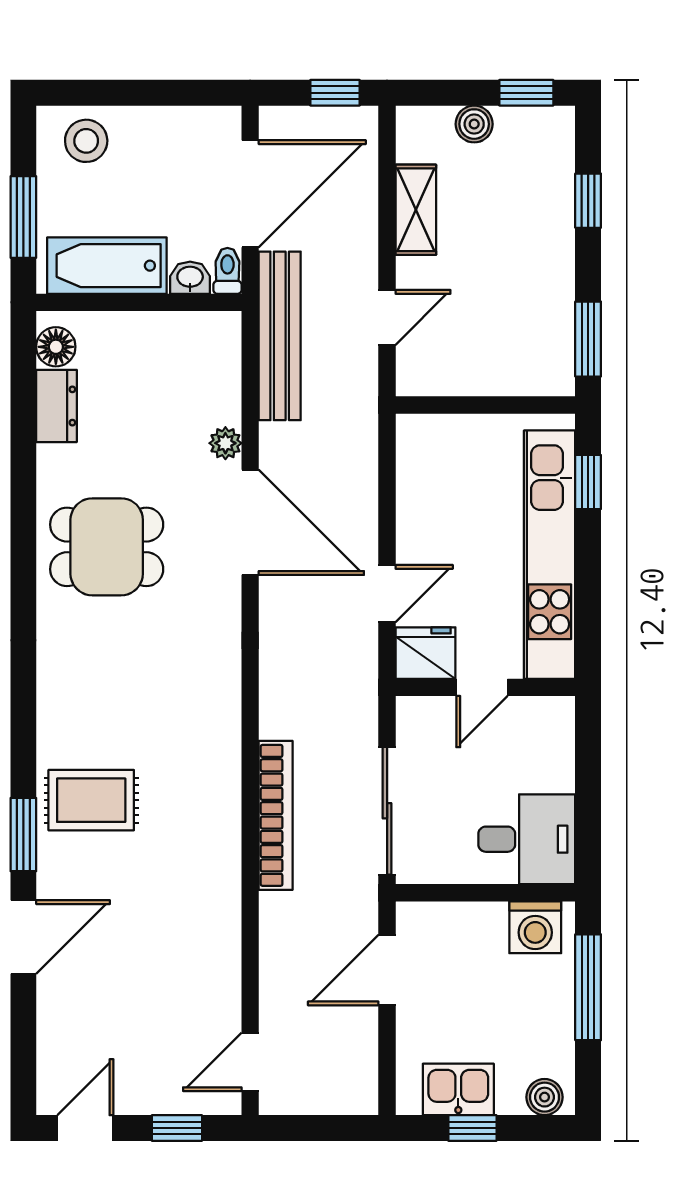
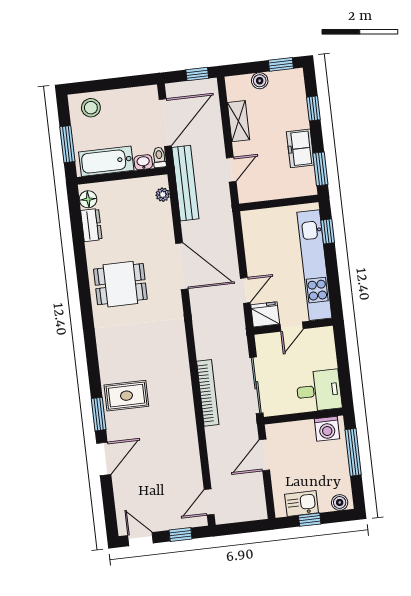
freezer: (548, 287) -> (300, 148), added
plant: (225, 443) -> (163, 195), moved
door: (85, 1128) -> (140, 539), hinge flipped

